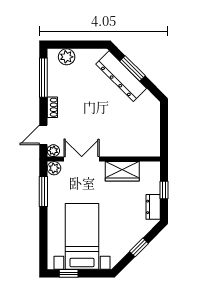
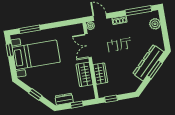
window: (164, 139) -> (111, 99), added
wardrobe: (125, 148) -> (100, 74), added
double door: (82, 159) -> (88, 46), swing flipped
plant: (54, 168) -> (79, 28), removed
window: (43, 191) -> (30, 29), moved

